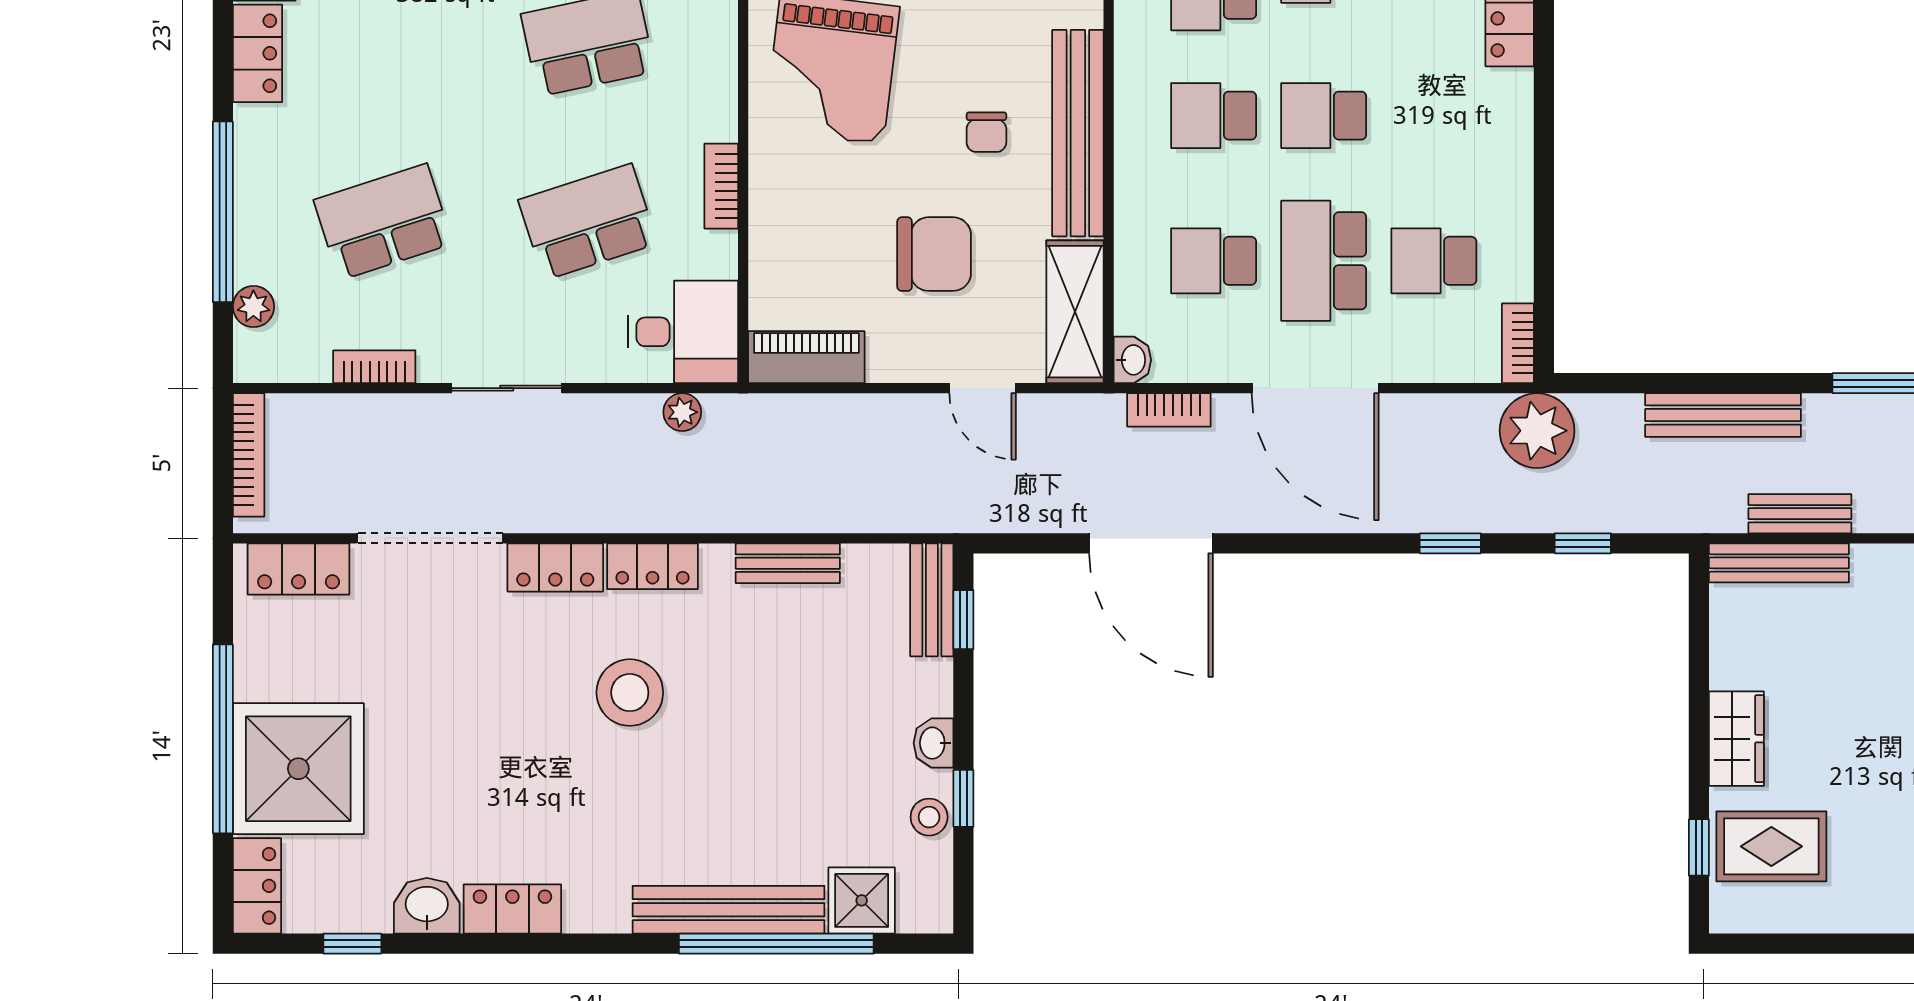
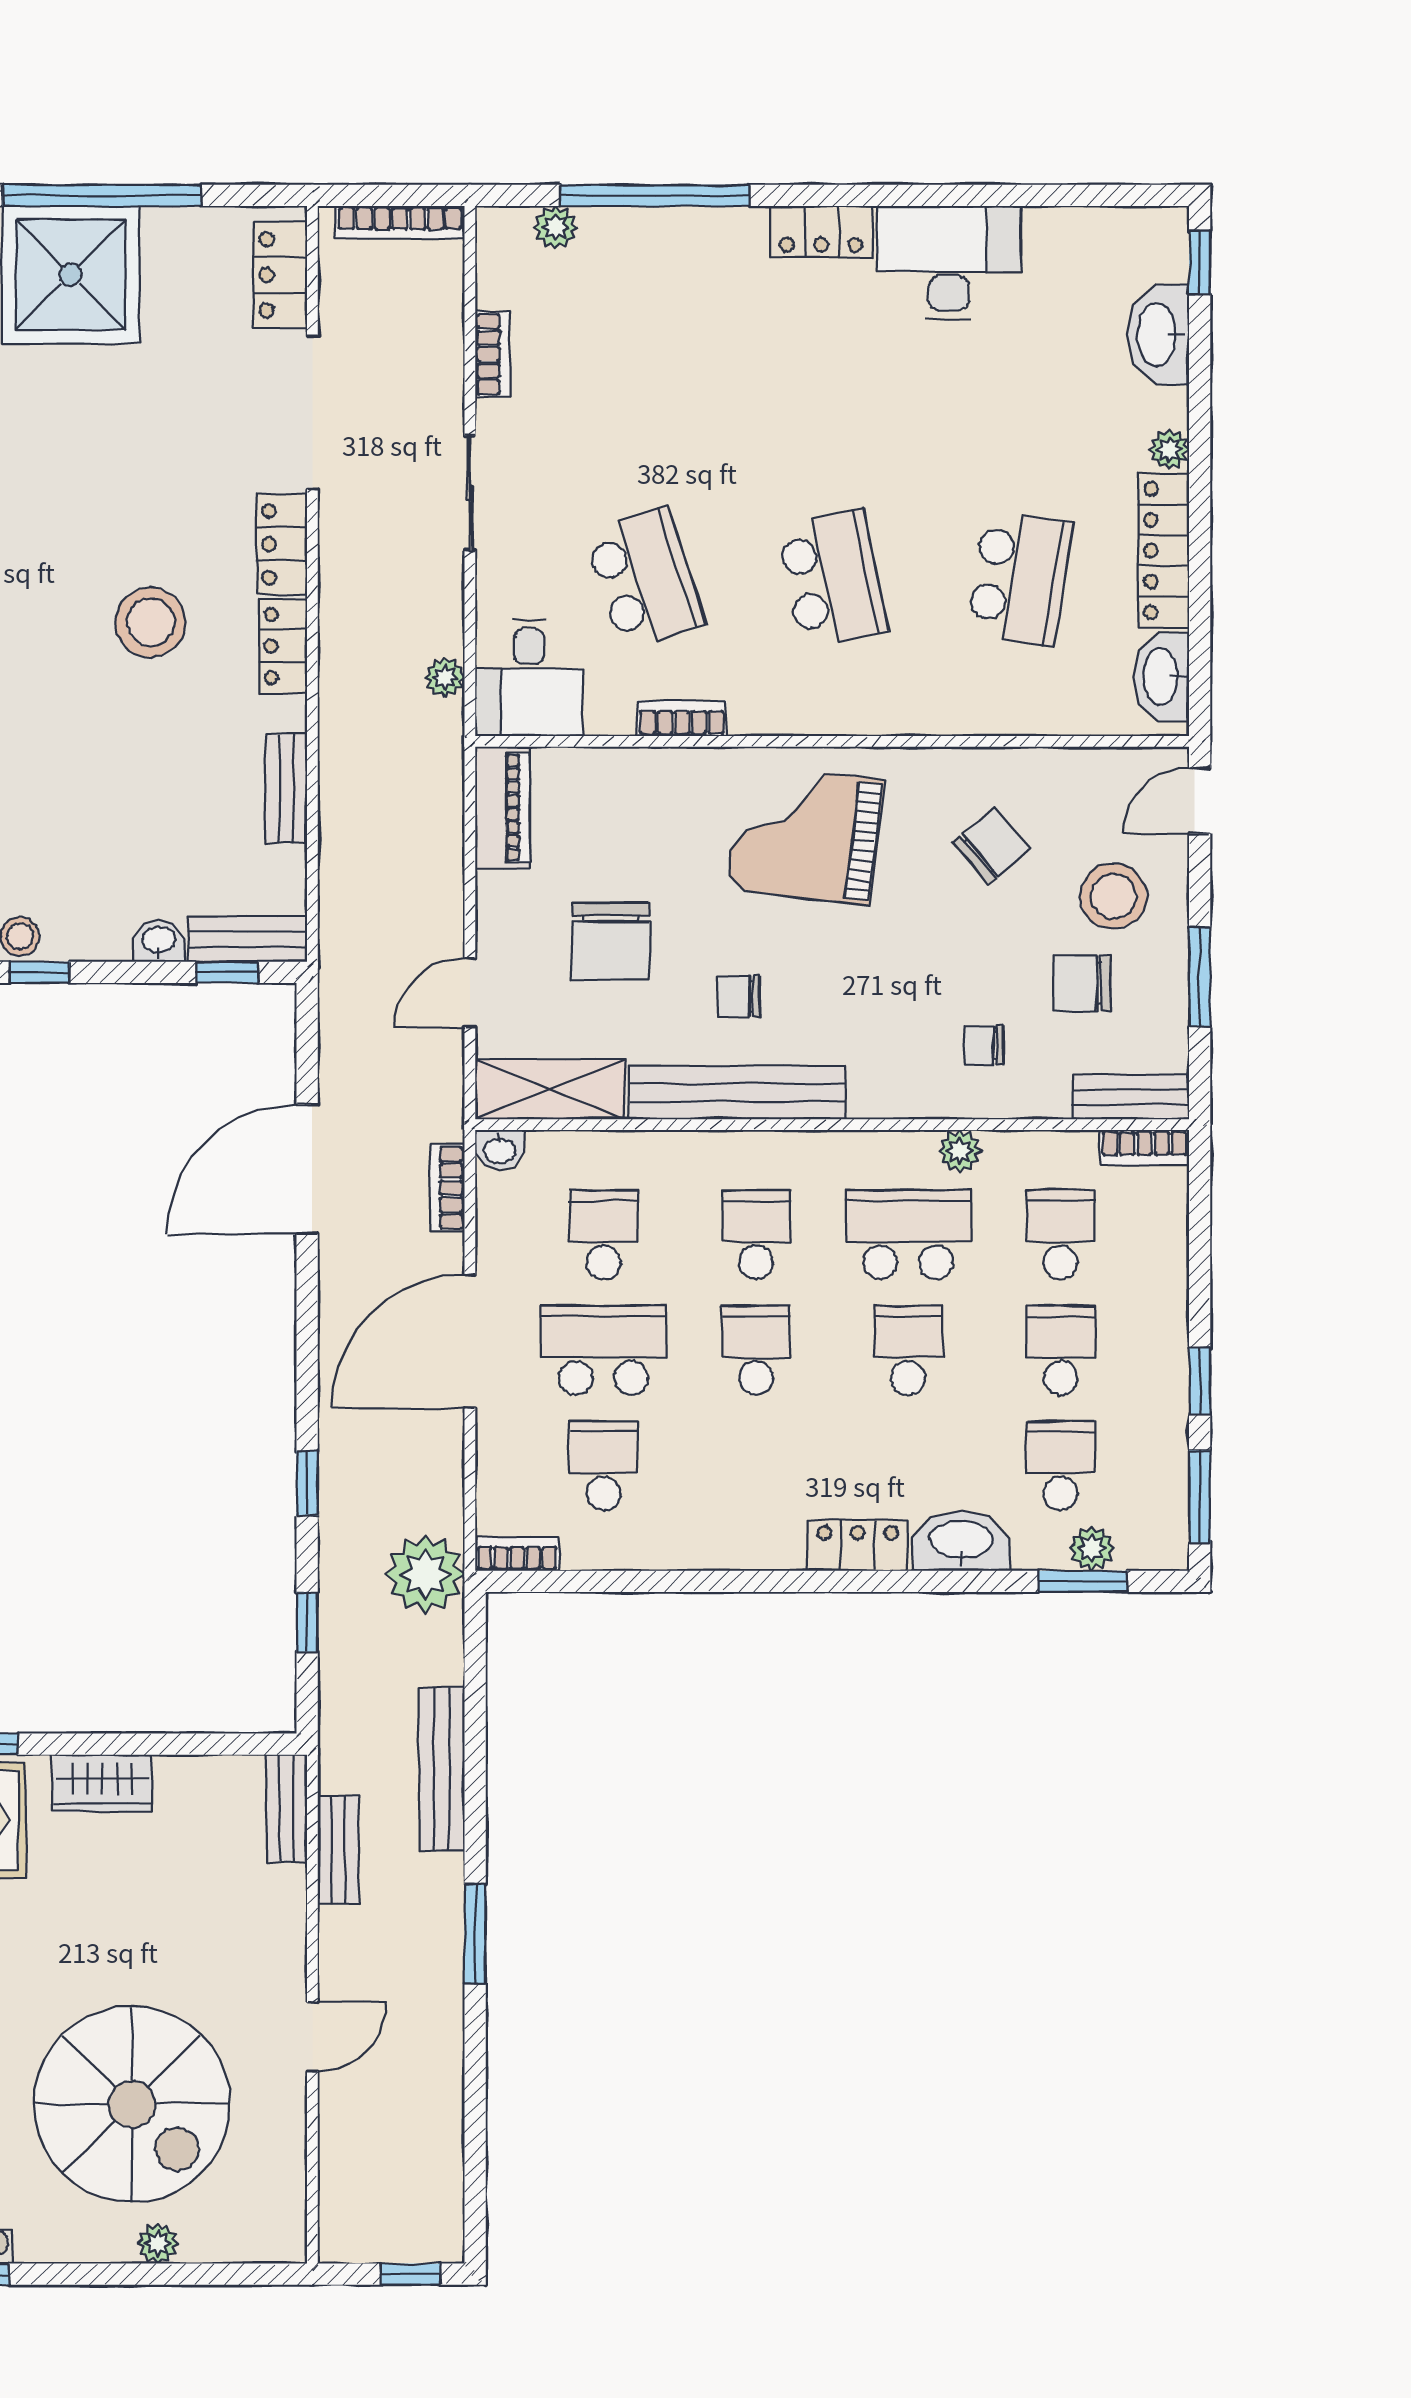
school desk: (383, 222) -> (644, 364), removed
bench: (1779, 563) -> (287, 1808), width x0.73
washbasin: (933, 743) -> (159, 941), moved

